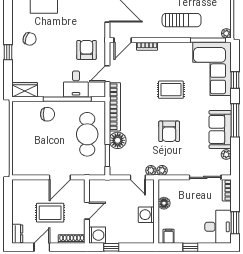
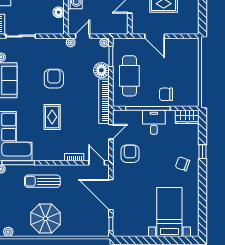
door: (123, 40) -> (97, 163), hinge flipped
armchair: (87, 50) -> (130, 154), turned 180
desk: (76, 84) -> (154, 122), moved
rug: (171, 90) -> (52, 117), turned 90
plant: (162, 170) -> (104, 43), moved
door: (60, 177) -> (155, 36), swing flipped
door: (138, 177) -> (83, 36), hinge flipped

